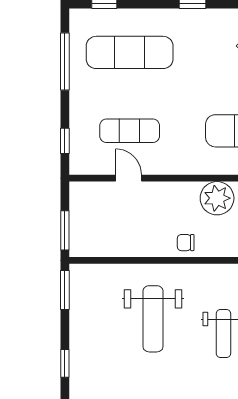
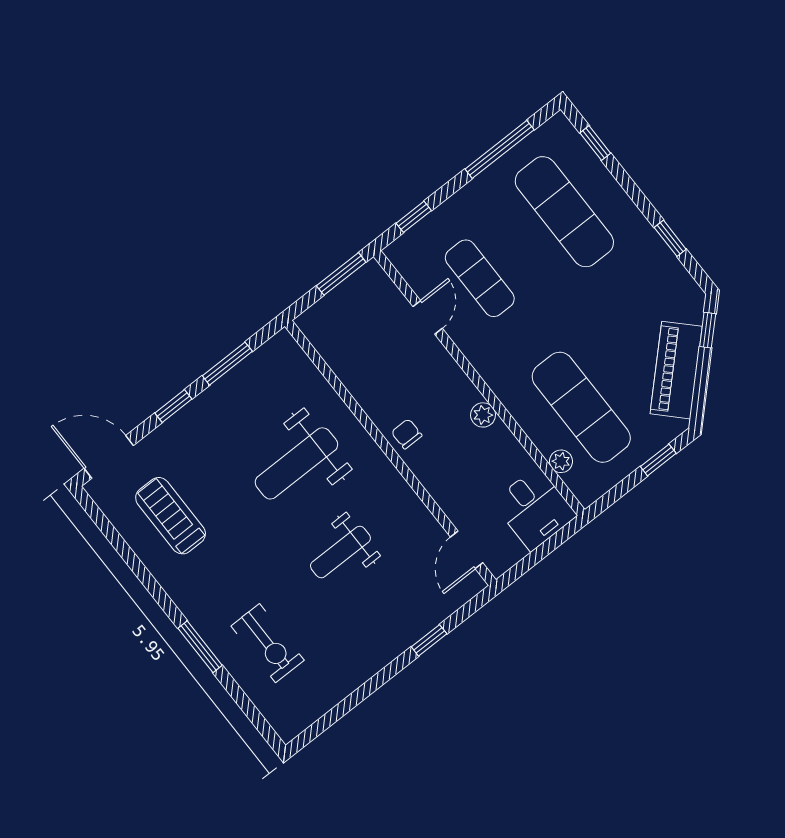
plant: (217, 198) -> (483, 415), width x0.53, depth x0.53
window: (65, 230) -> (341, 274), moved
window: (65, 290) -> (227, 364), moved

